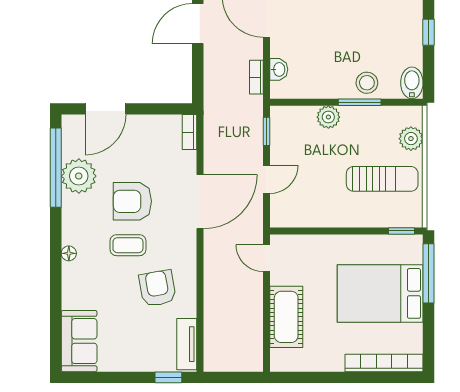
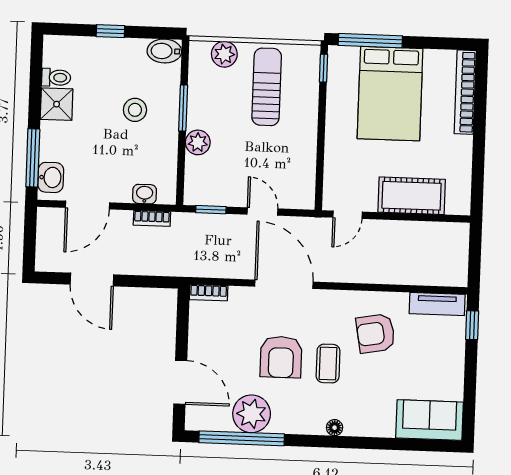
stool: (367, 83) -> (135, 110), moved

